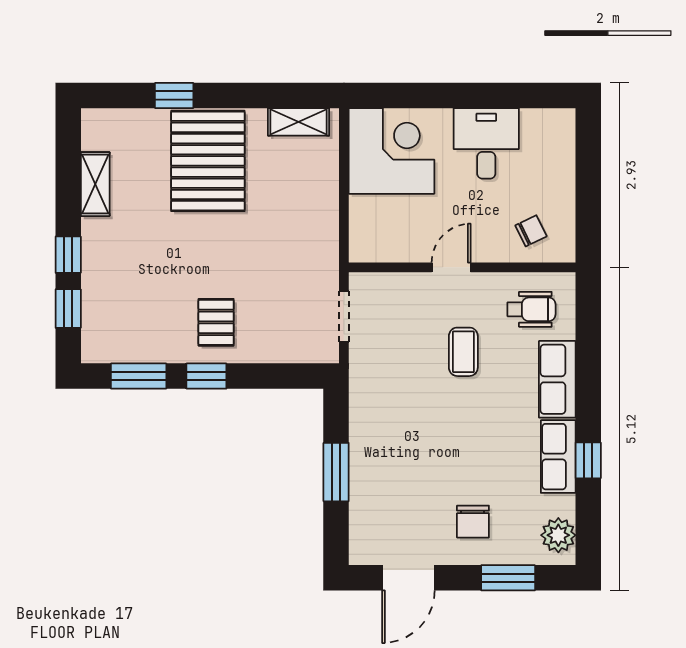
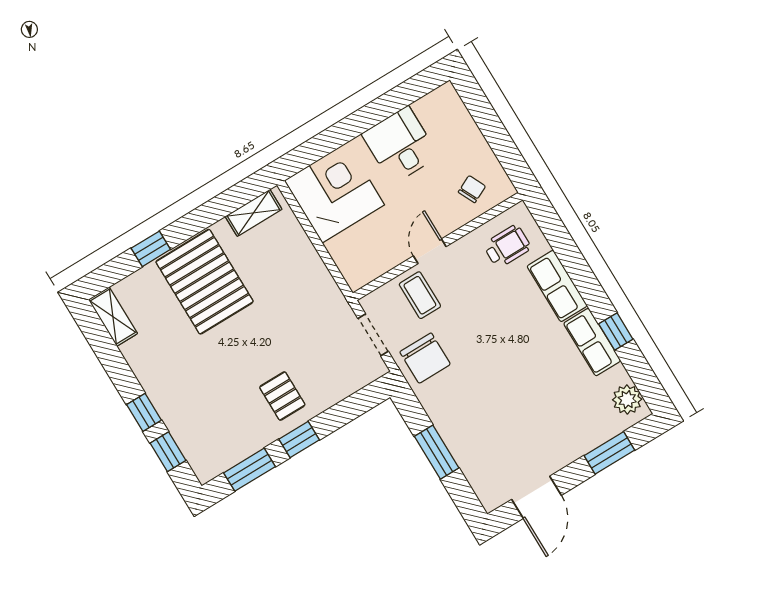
shelving: (95, 184) -> (113, 317), moved
coffee table: (463, 352) -> (420, 295), moved
chair: (473, 522) -> (425, 358), moved, width x1.37, depth x1.37

